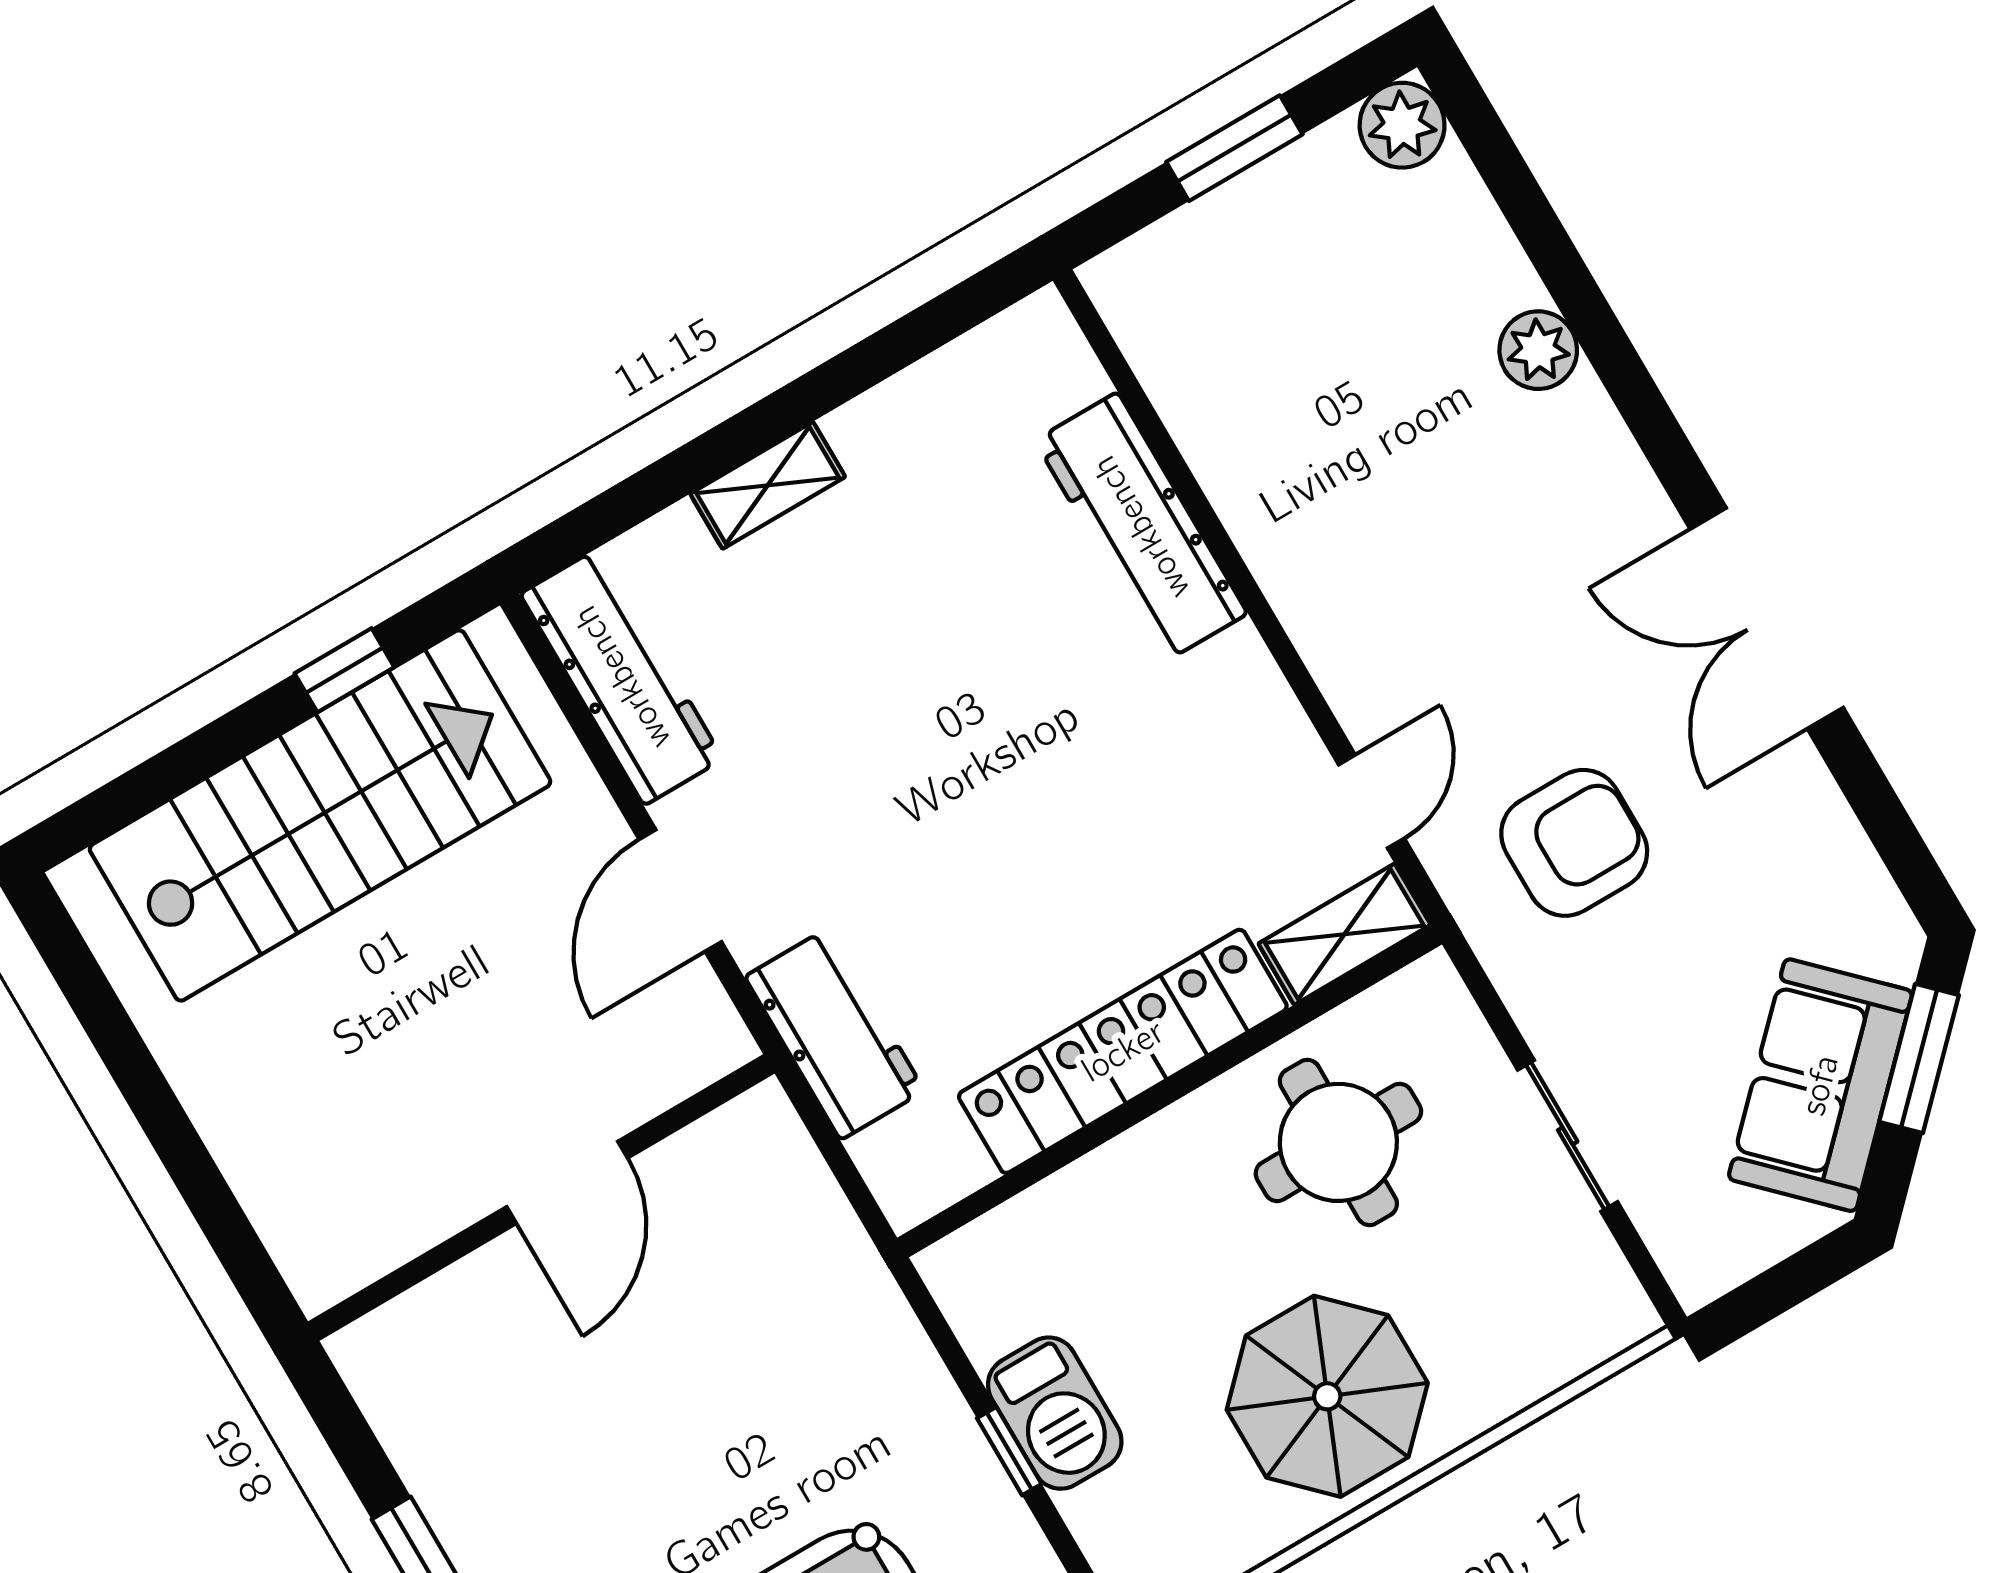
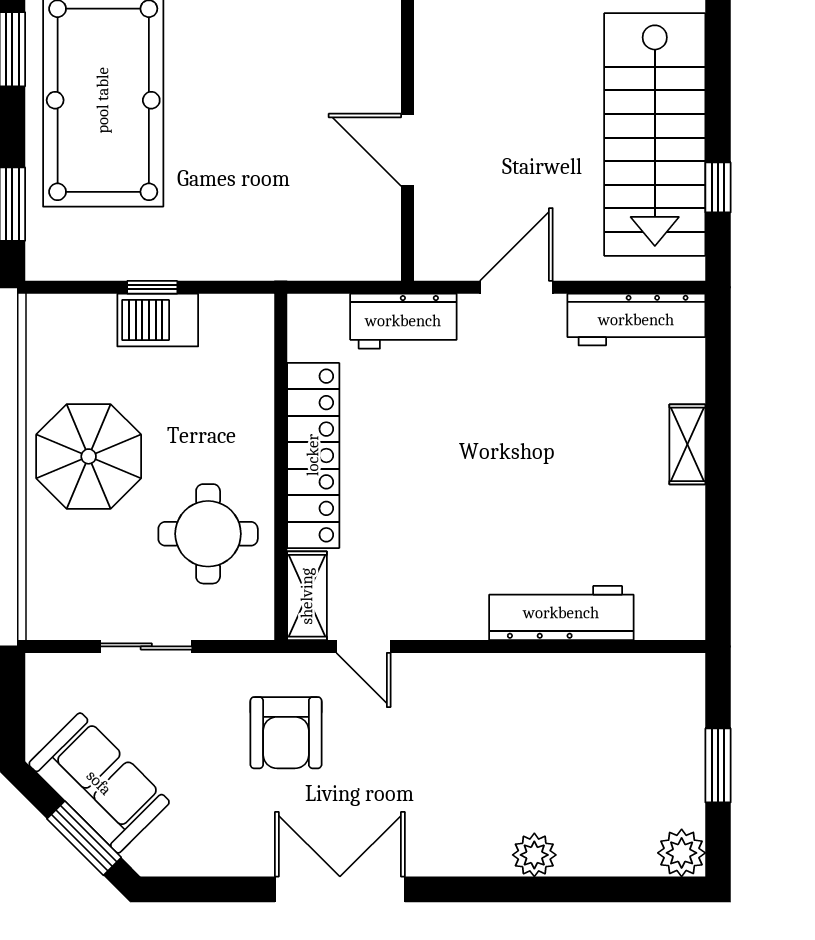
door: (680, 891) -> (516, 287), hinge flipped

